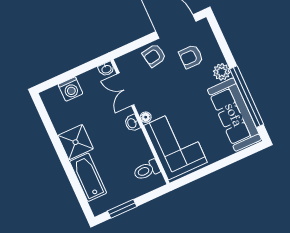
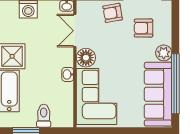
floor lamp: (146, 117) -> (86, 58), width x1.89, depth x1.89
washbasin: (132, 123) -> (68, 74), moved
toilet: (147, 170) -> (44, 116), moved, turned 90

